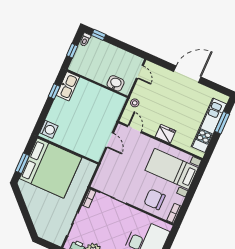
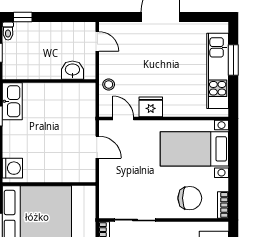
fridge: (166, 134) -> (151, 107), moved
chair: (155, 199) -> (190, 198), turned 180

